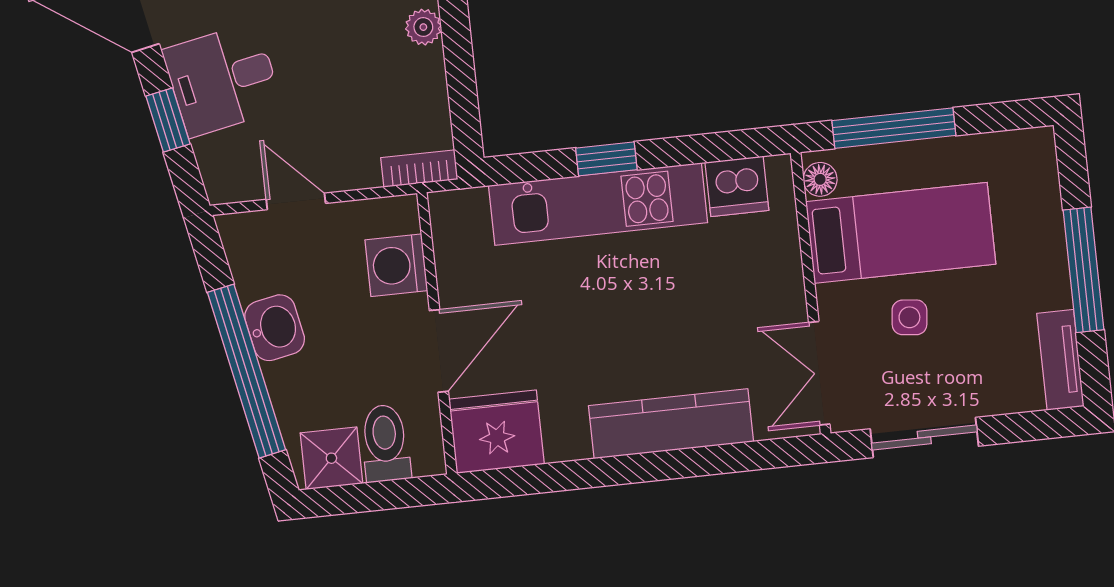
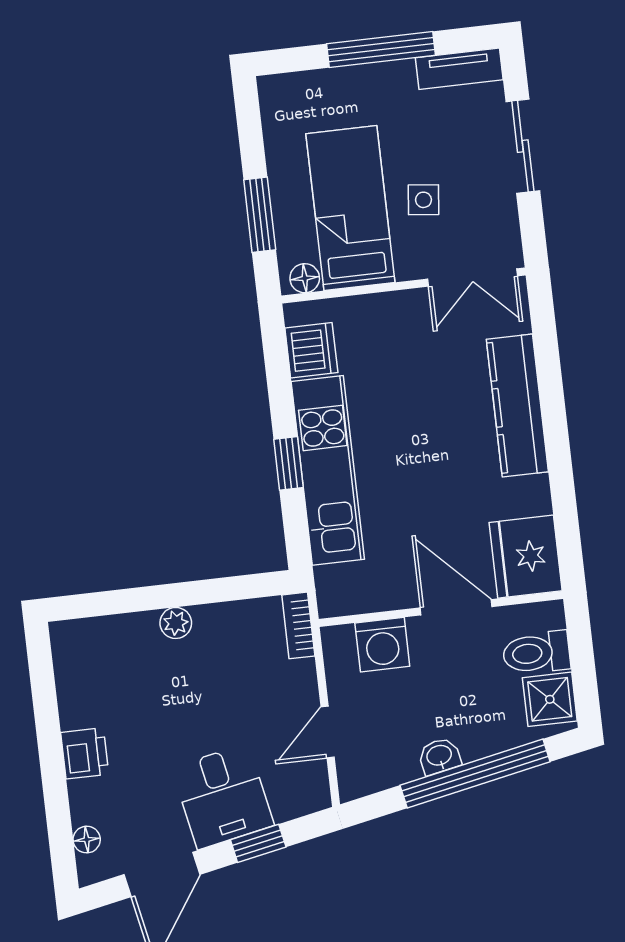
window: (894, 128) -> (260, 215), width x0.69
washbasin: (275, 328) -> (439, 756), width x0.72, depth x0.69
sliding door: (924, 438) -> (523, 146), moved

